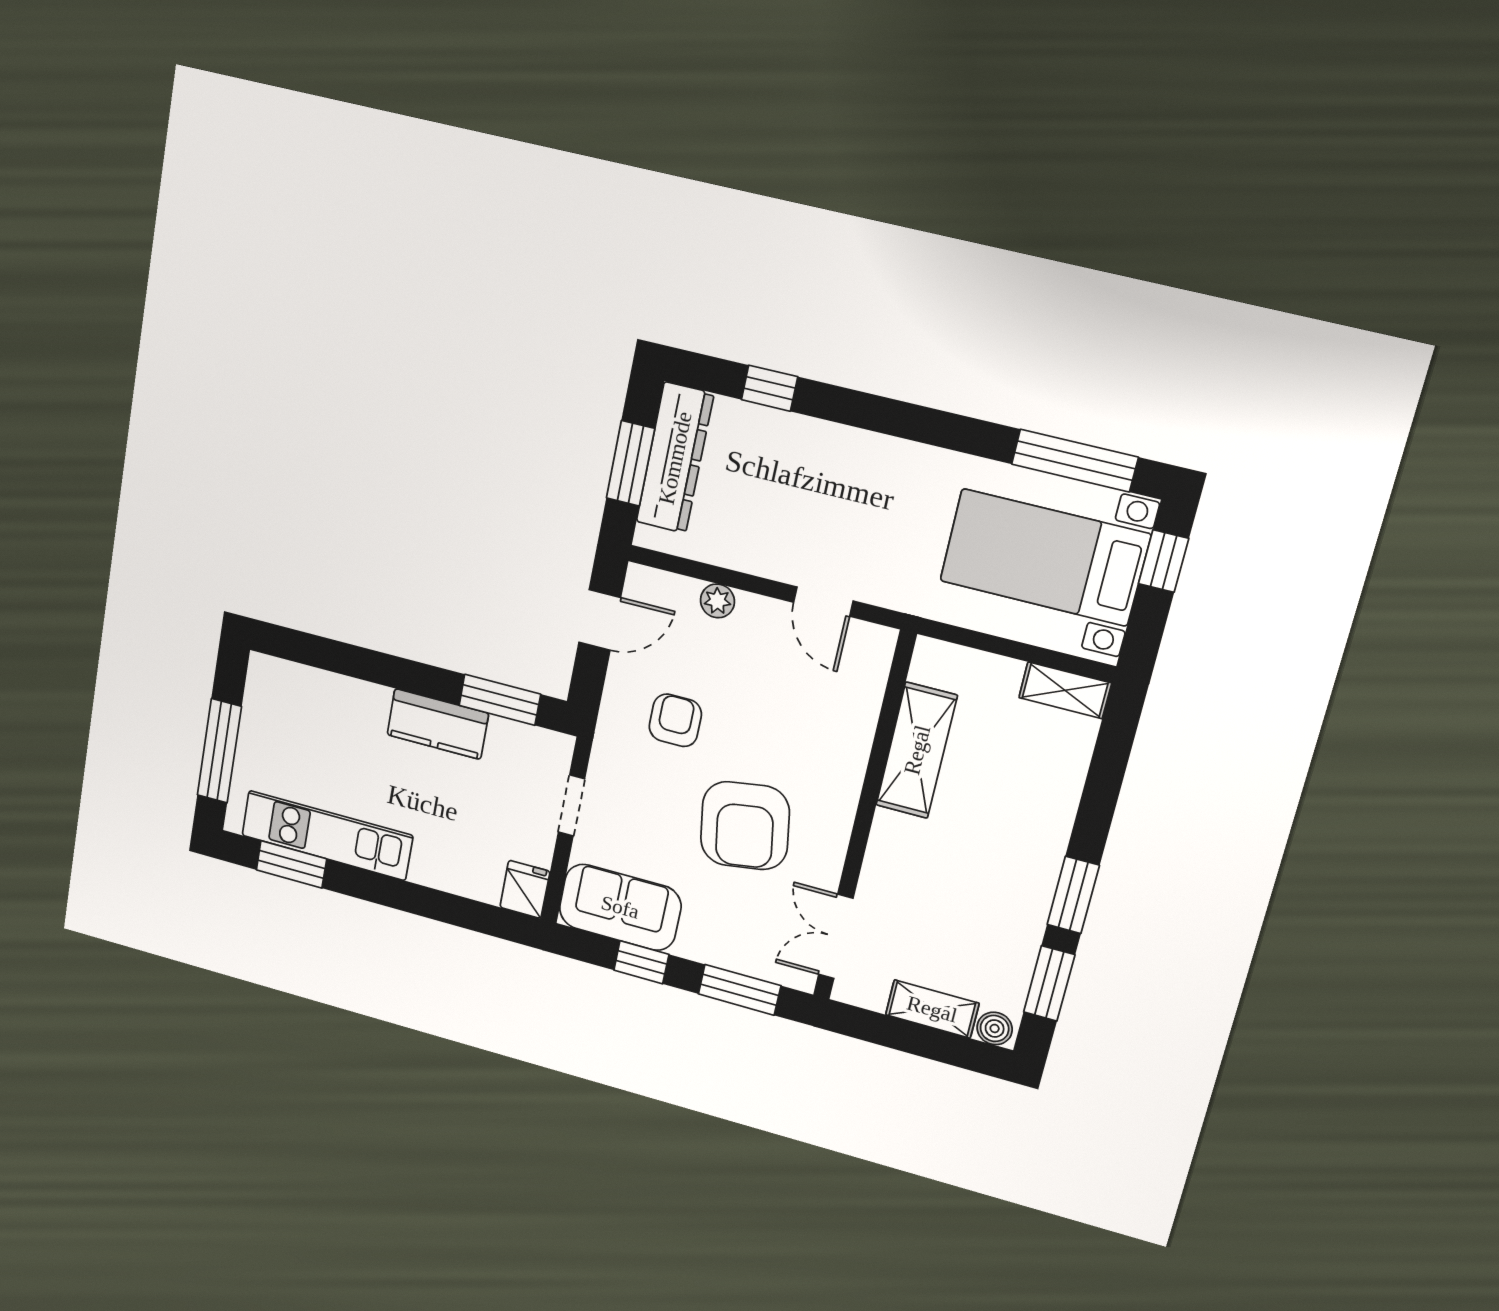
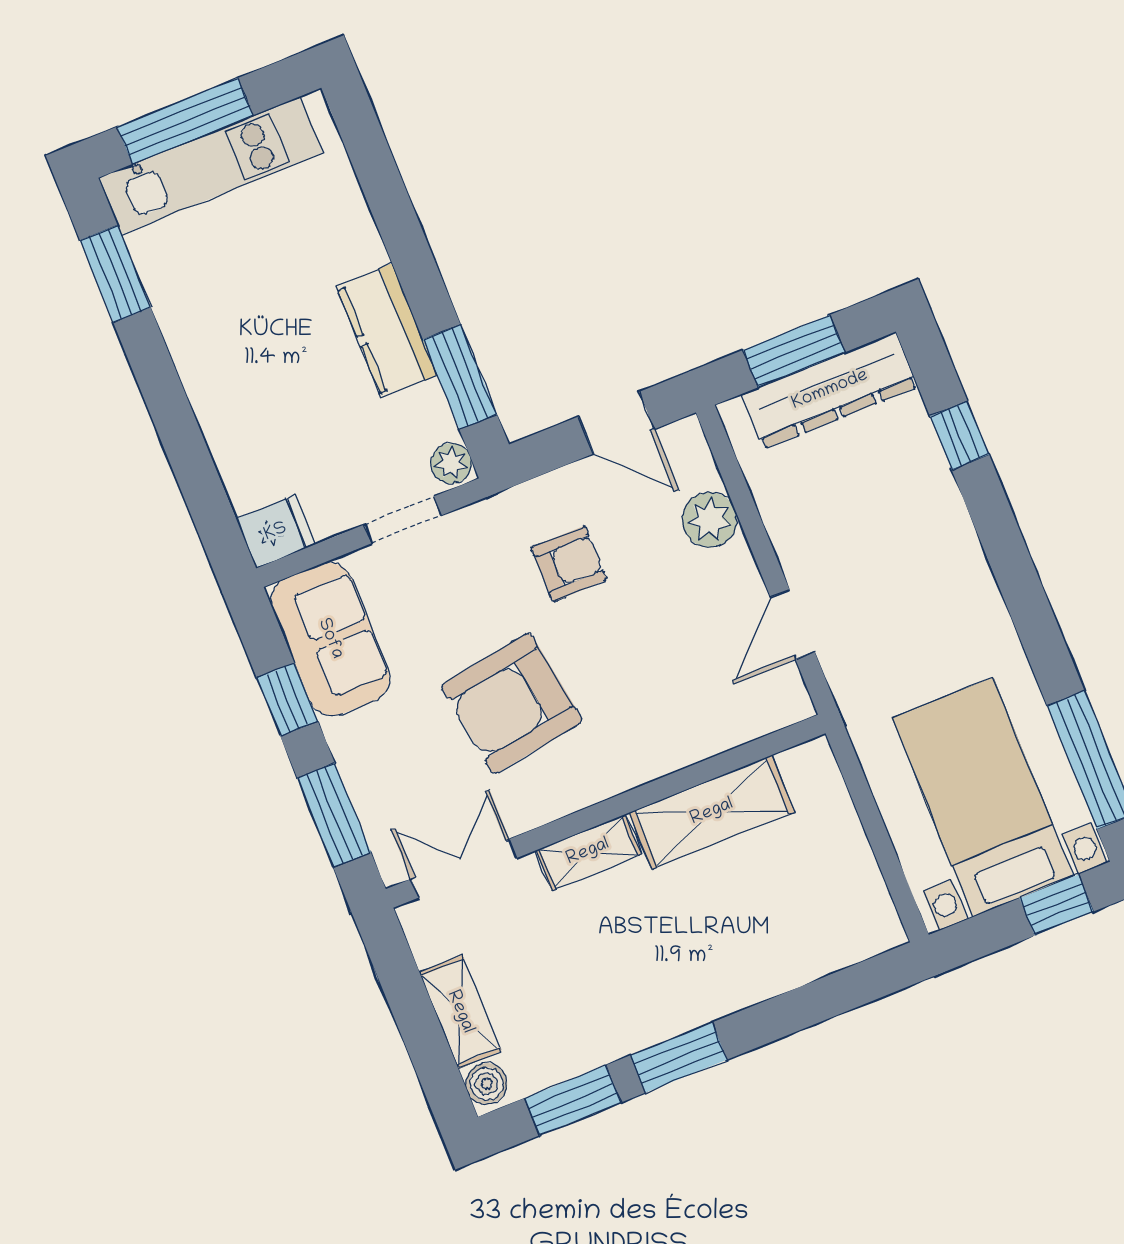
plant: (717, 601) -> (710, 520), width x1.38, depth x1.38
shelving: (1065, 690) -> (588, 852), moved, turned 90
plant: (554, 747) -> (451, 463), added
kitchen unit: (327, 835) -> (211, 165), moved, turned 90

